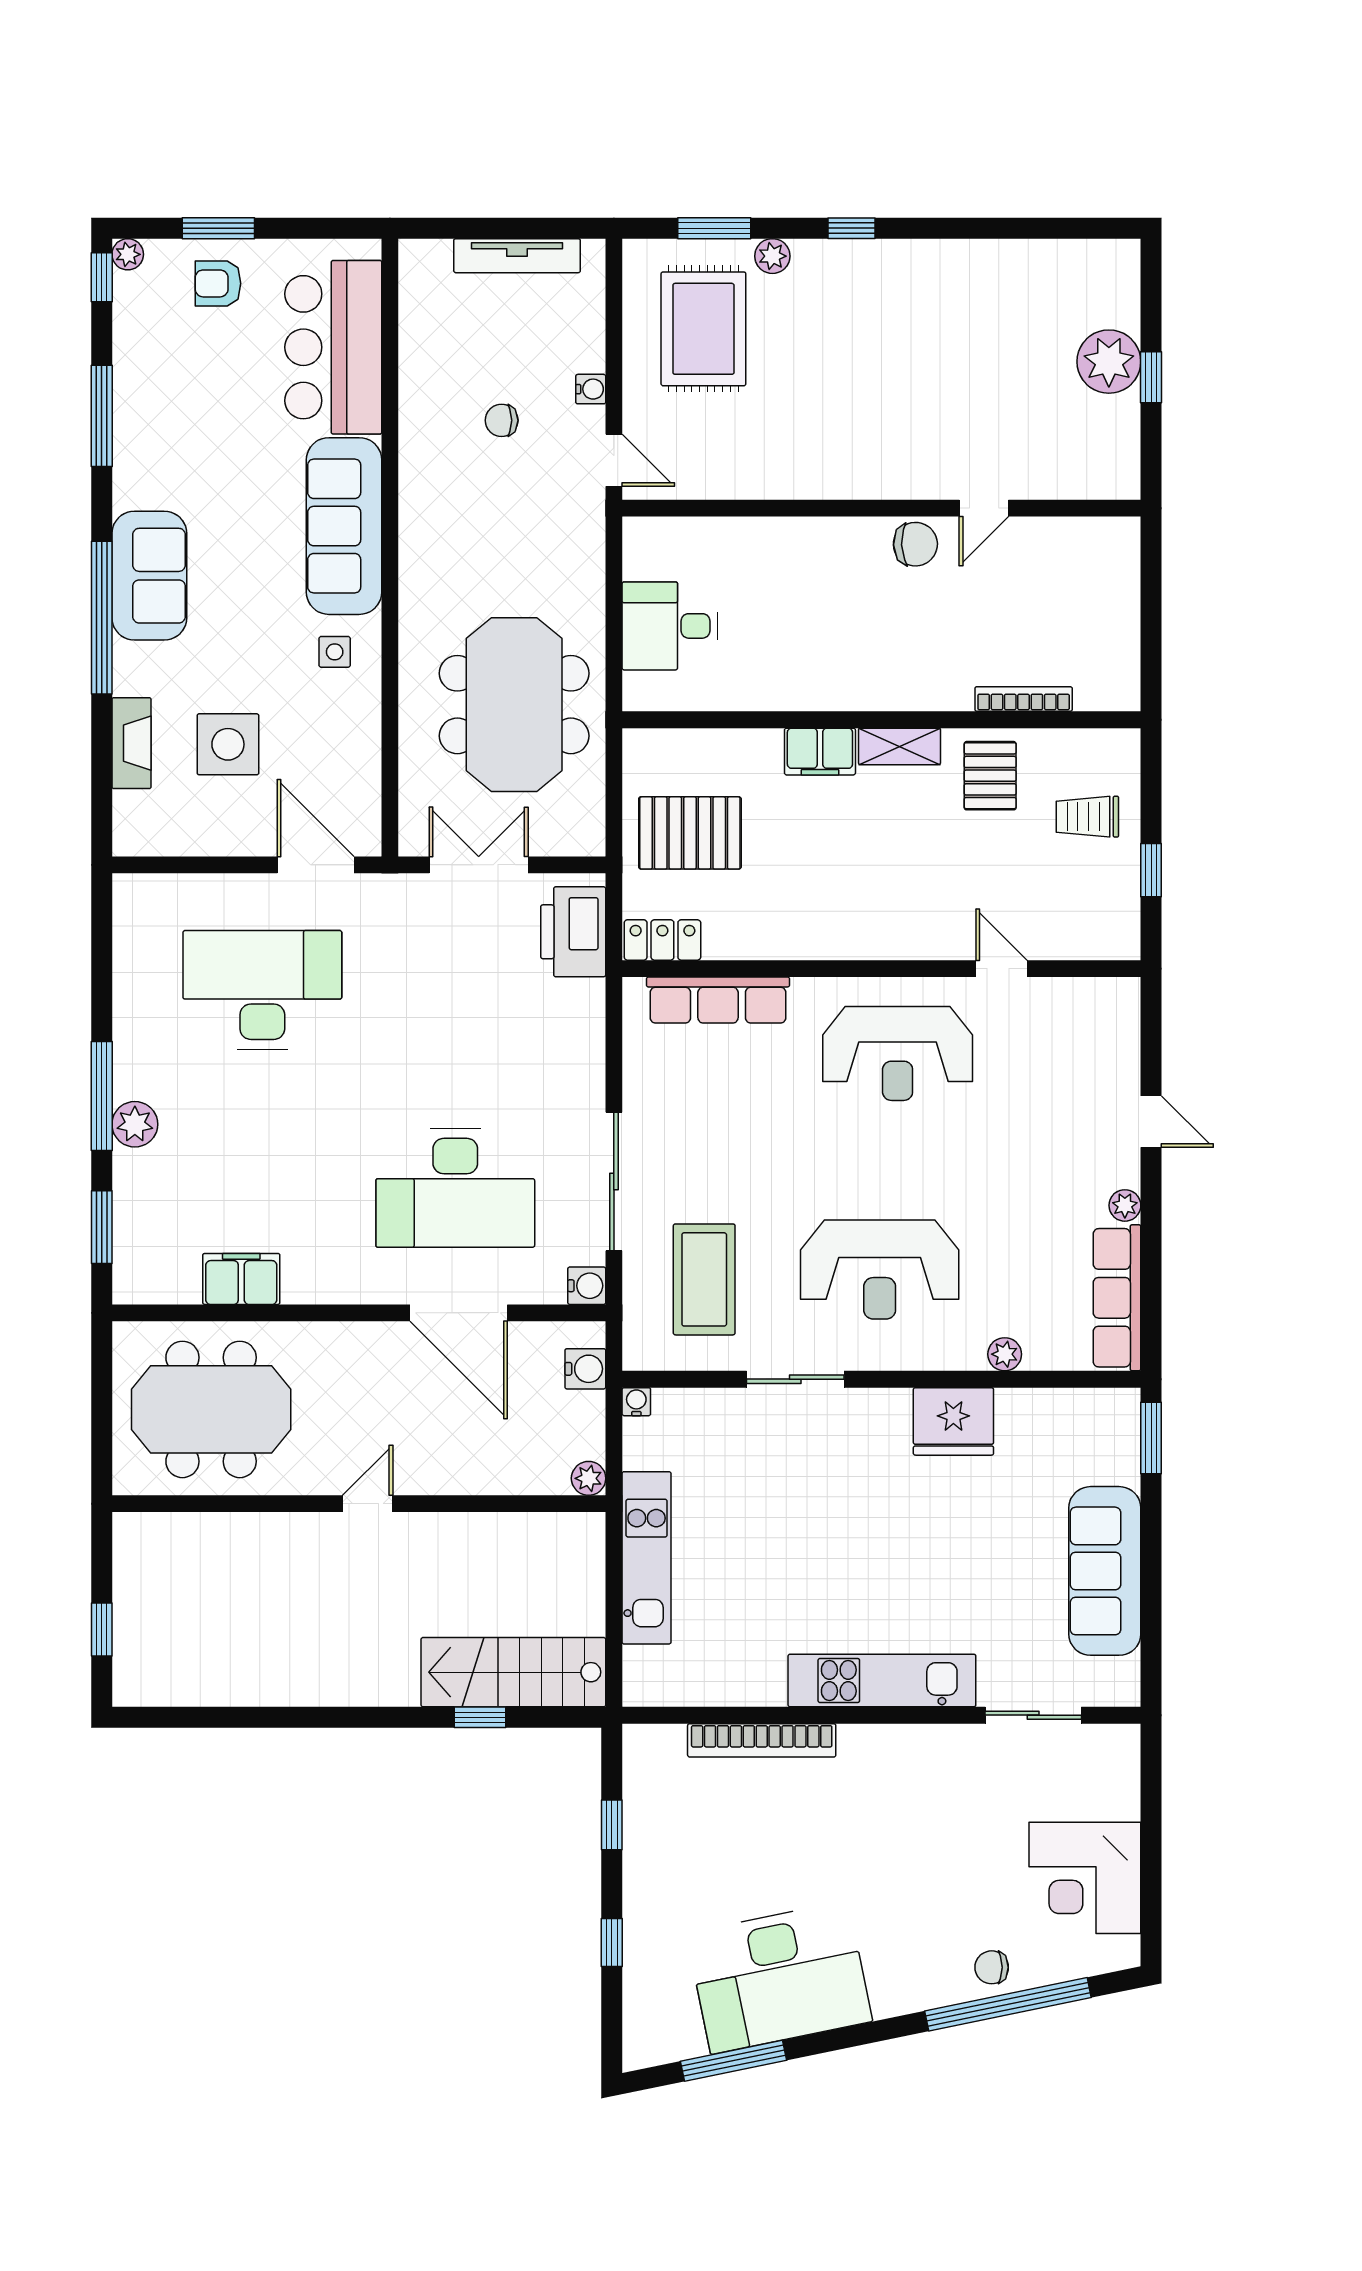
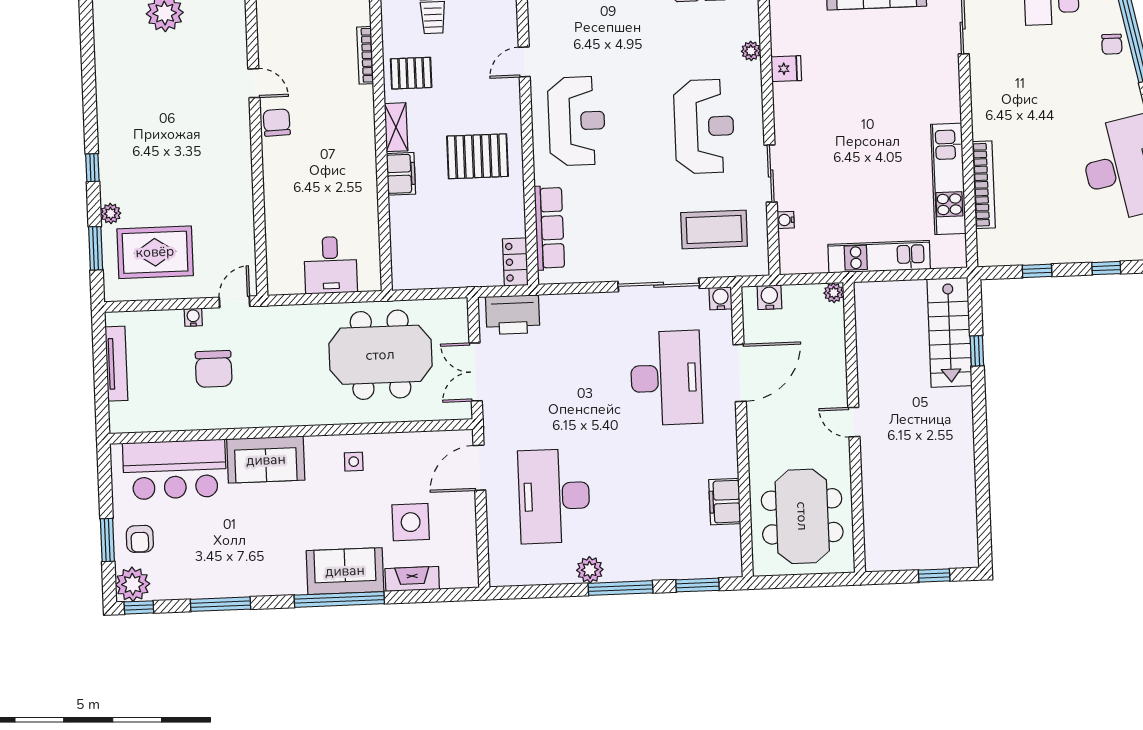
plant: (128, 254) -> (133, 584), width x1.88, depth x1.88
chair: (502, 420) -> (214, 369), width x1.87, depth x1.87
sofa: (344, 526) -> (266, 460), width x0.73
sofa: (149, 576) -> (345, 571), moved
pallet: (690, 833) -> (477, 156), moved, turned 90
plant: (135, 1124) -> (590, 570), moved
water cooler: (636, 1402) -> (786, 220), moved
fridge: (953, 1421) -> (786, 69), width x0.53, depth x0.75
kitchen unit: (882, 1681) -> (948, 179), moved

